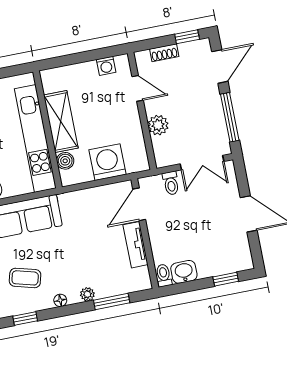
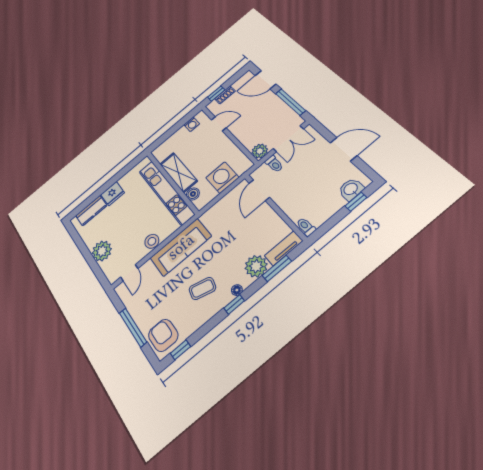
window: (187, 37) -> (216, 94), moved
door: (220, 66) -> (266, 80), swing flipped
plant: (158, 125) -> (260, 151), moved
tv unit: (136, 245) -> (284, 248), moved, turned 90
washbasin: (184, 272) -> (351, 189), moved
plant: (87, 294) -> (256, 266), width x1.87, depth x1.87
window: (25, 318) -> (234, 304), moved

